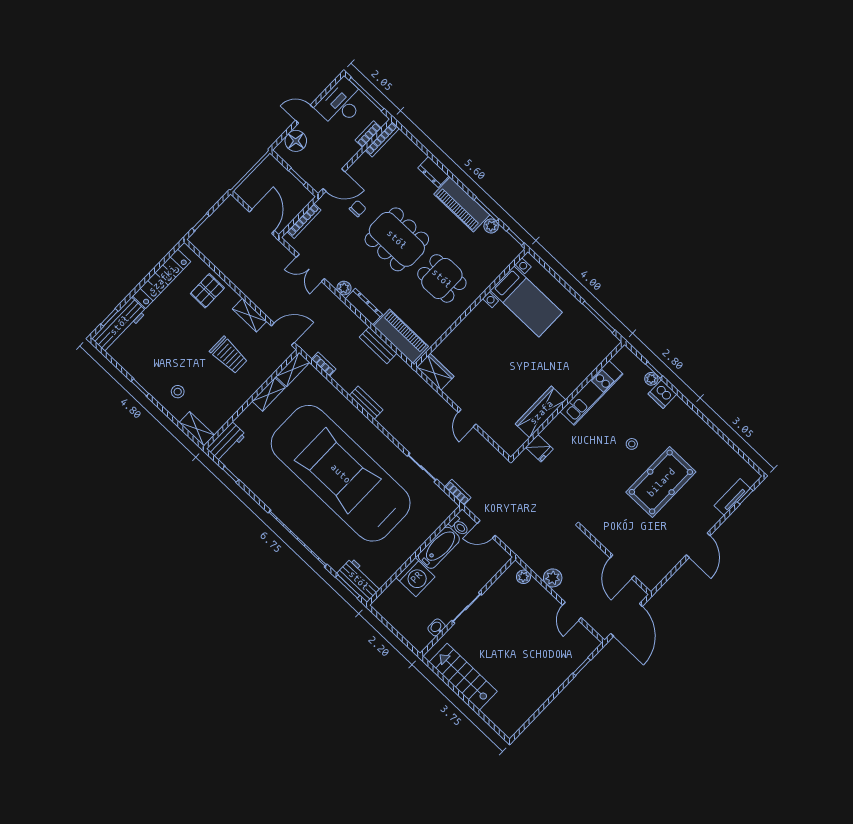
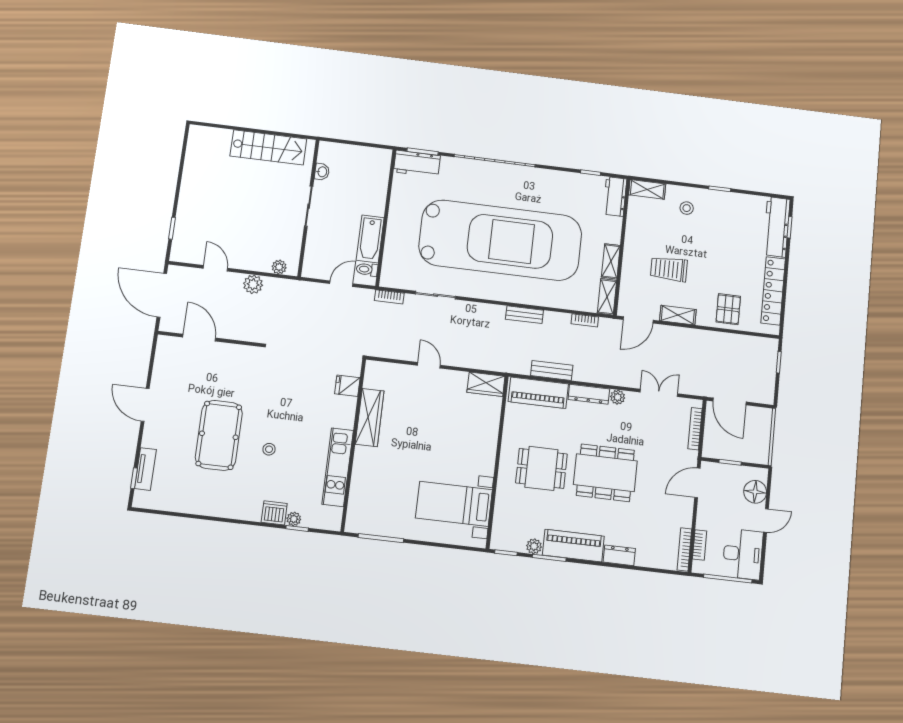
chair: (358, 209) -> (659, 474), removed
washing machine: (416, 577) -> (371, 200), removed

